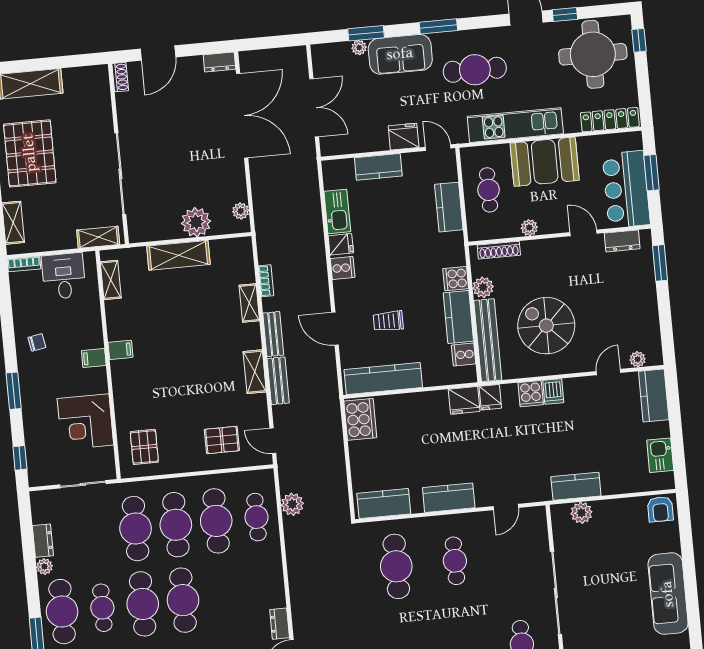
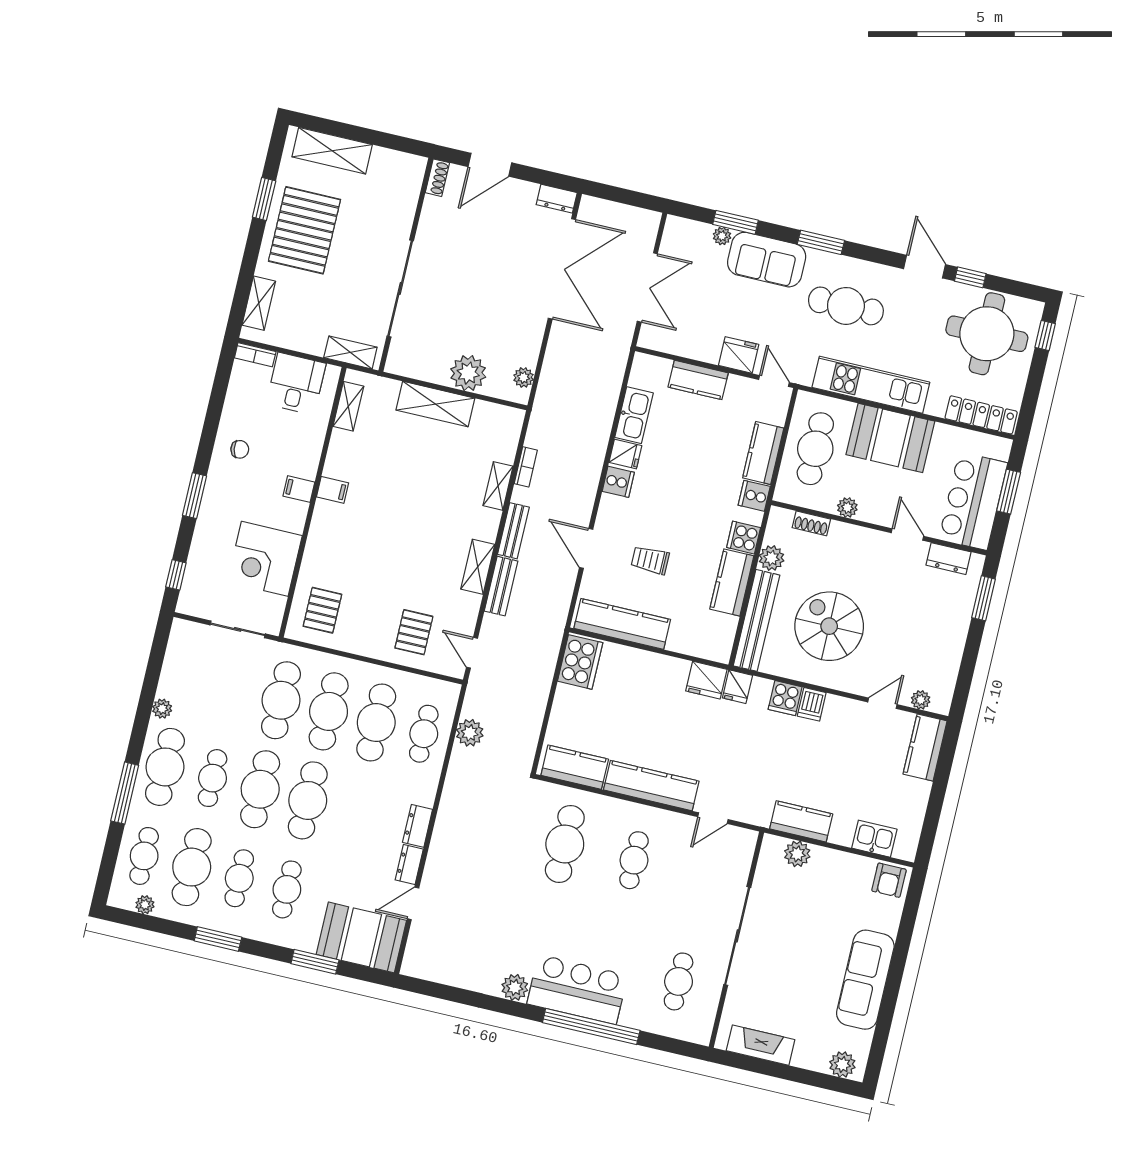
cafe table: (489, 190) -> (815, 449), width x1.37, depth x1.35
shoe rack: (499, 250) -> (811, 523), width x0.70
cooker: (464, 355) -> (754, 496), moved
pallet: (222, 440) -> (414, 632), turned 90
kitchen sink: (660, 455) -> (874, 839), moved, turned 90
kitchen counter: (449, 498) -> (651, 786), width x1.50
dresser: (43, 541) -> (418, 826), moved, turned 180

